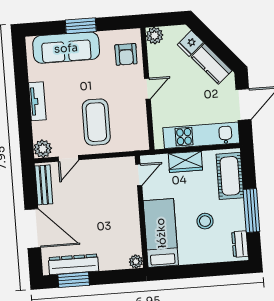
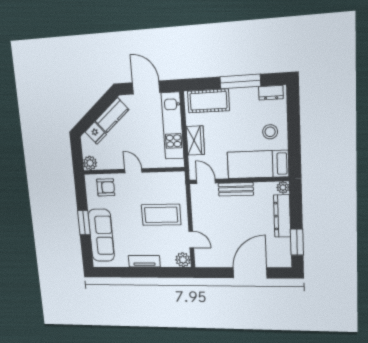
bench: (44, 185) -> (236, 189), moved
stool: (205, 221) -> (270, 132), moved
dresser: (74, 264) -> (282, 216), moved

